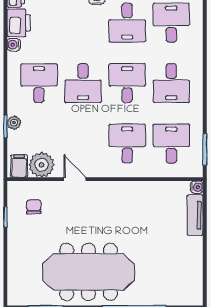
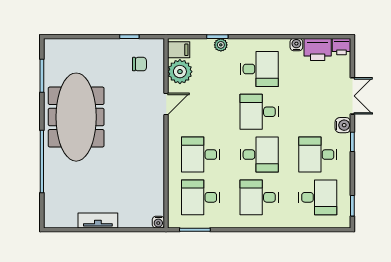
desk: (127, 144) -> (201, 155), turned 180
desk: (171, 144) -> (201, 197), turned 180
tv unit: (195, 215) -> (98, 220), moved

